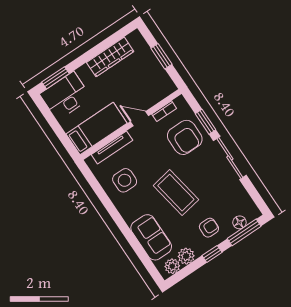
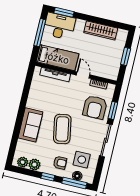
window: (53, 123) -> (40, 33), added
side table: (125, 180) -> (82, 160), moved
sofa: (151, 237) -> (30, 125), moved

